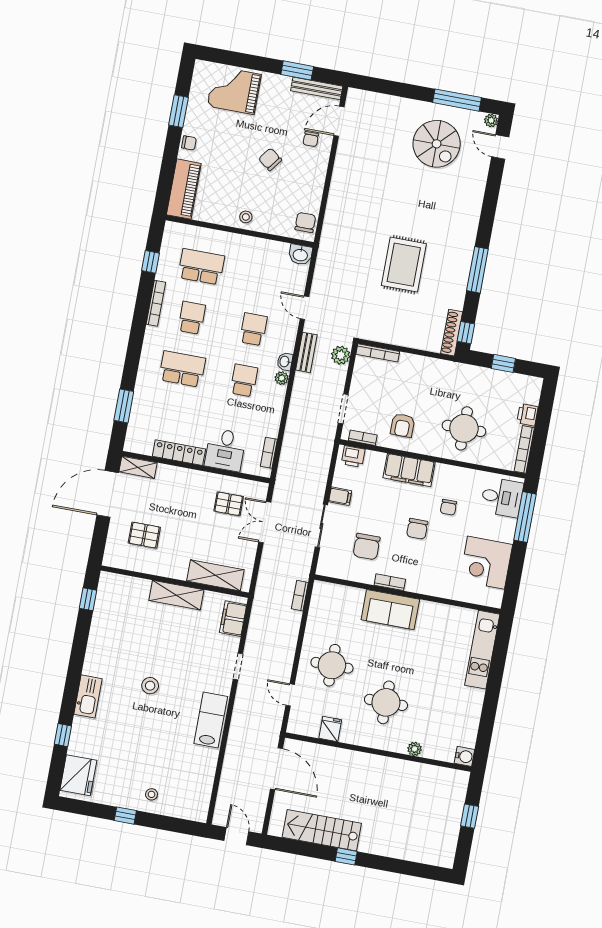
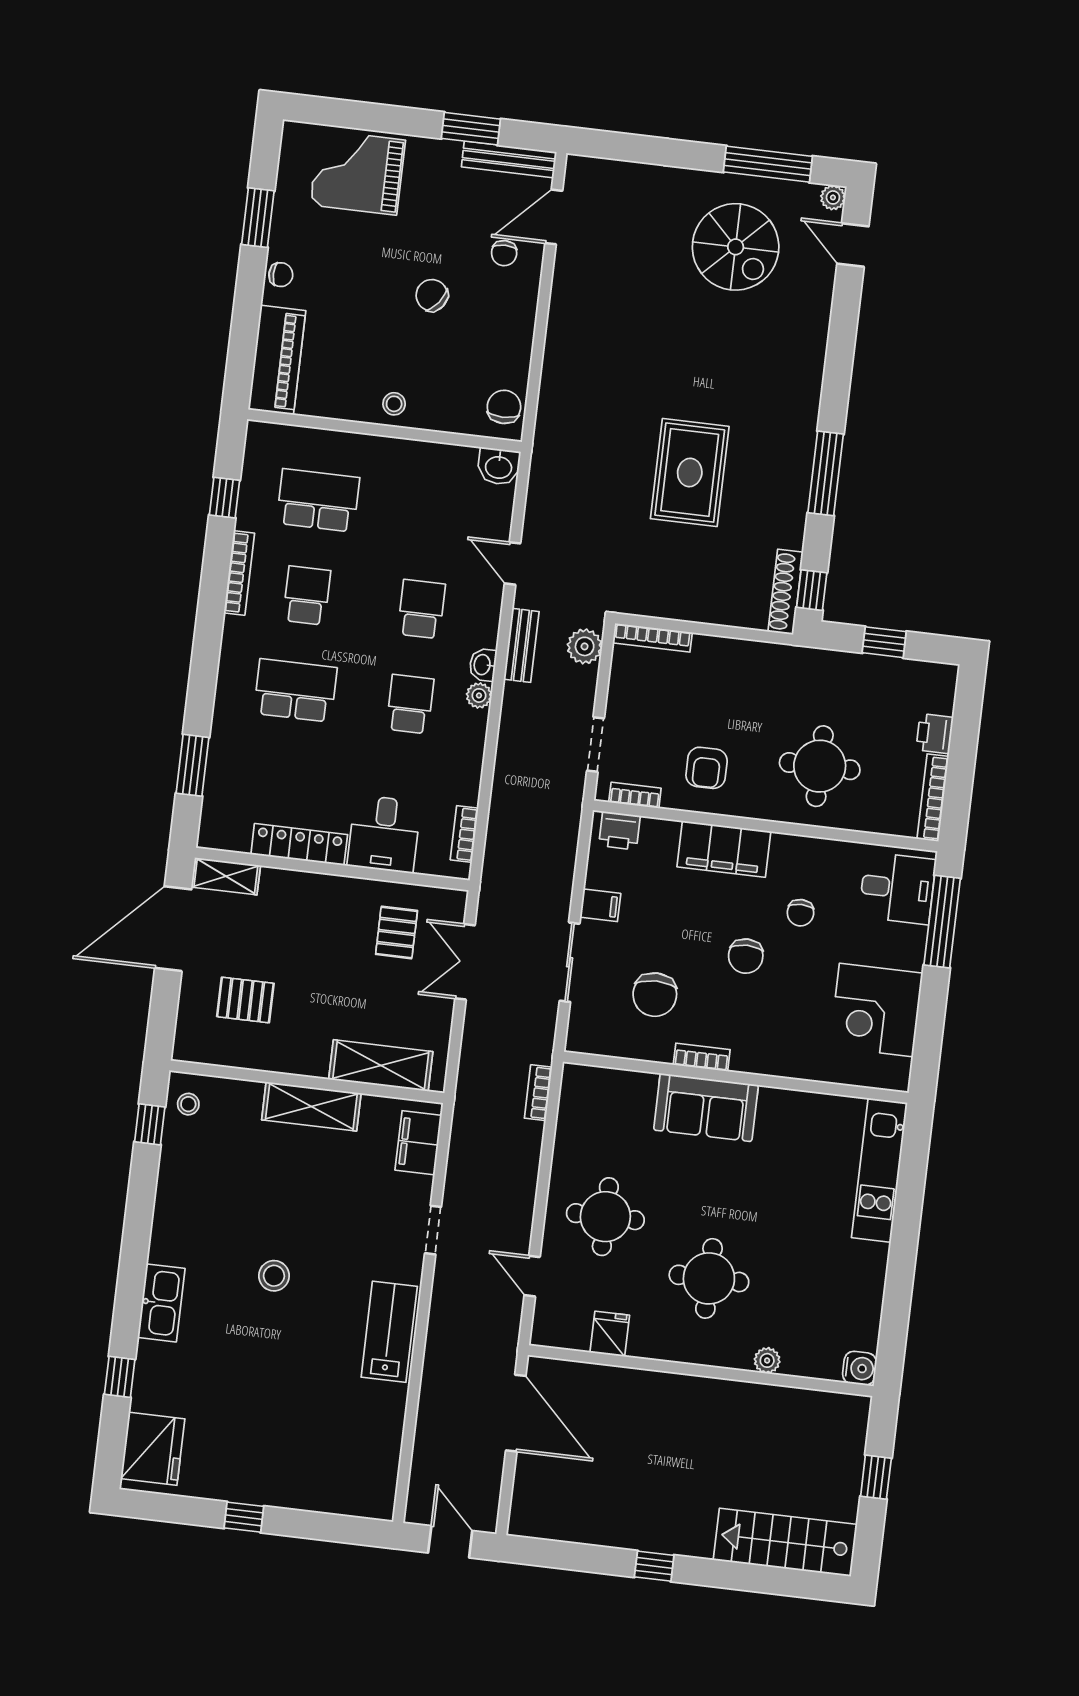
pallet: (229, 504) -> (397, 932), turned 90
stool: (152, 794) -> (188, 1104), moved
stairs: (322, 830) -> (785, 1542), moved

